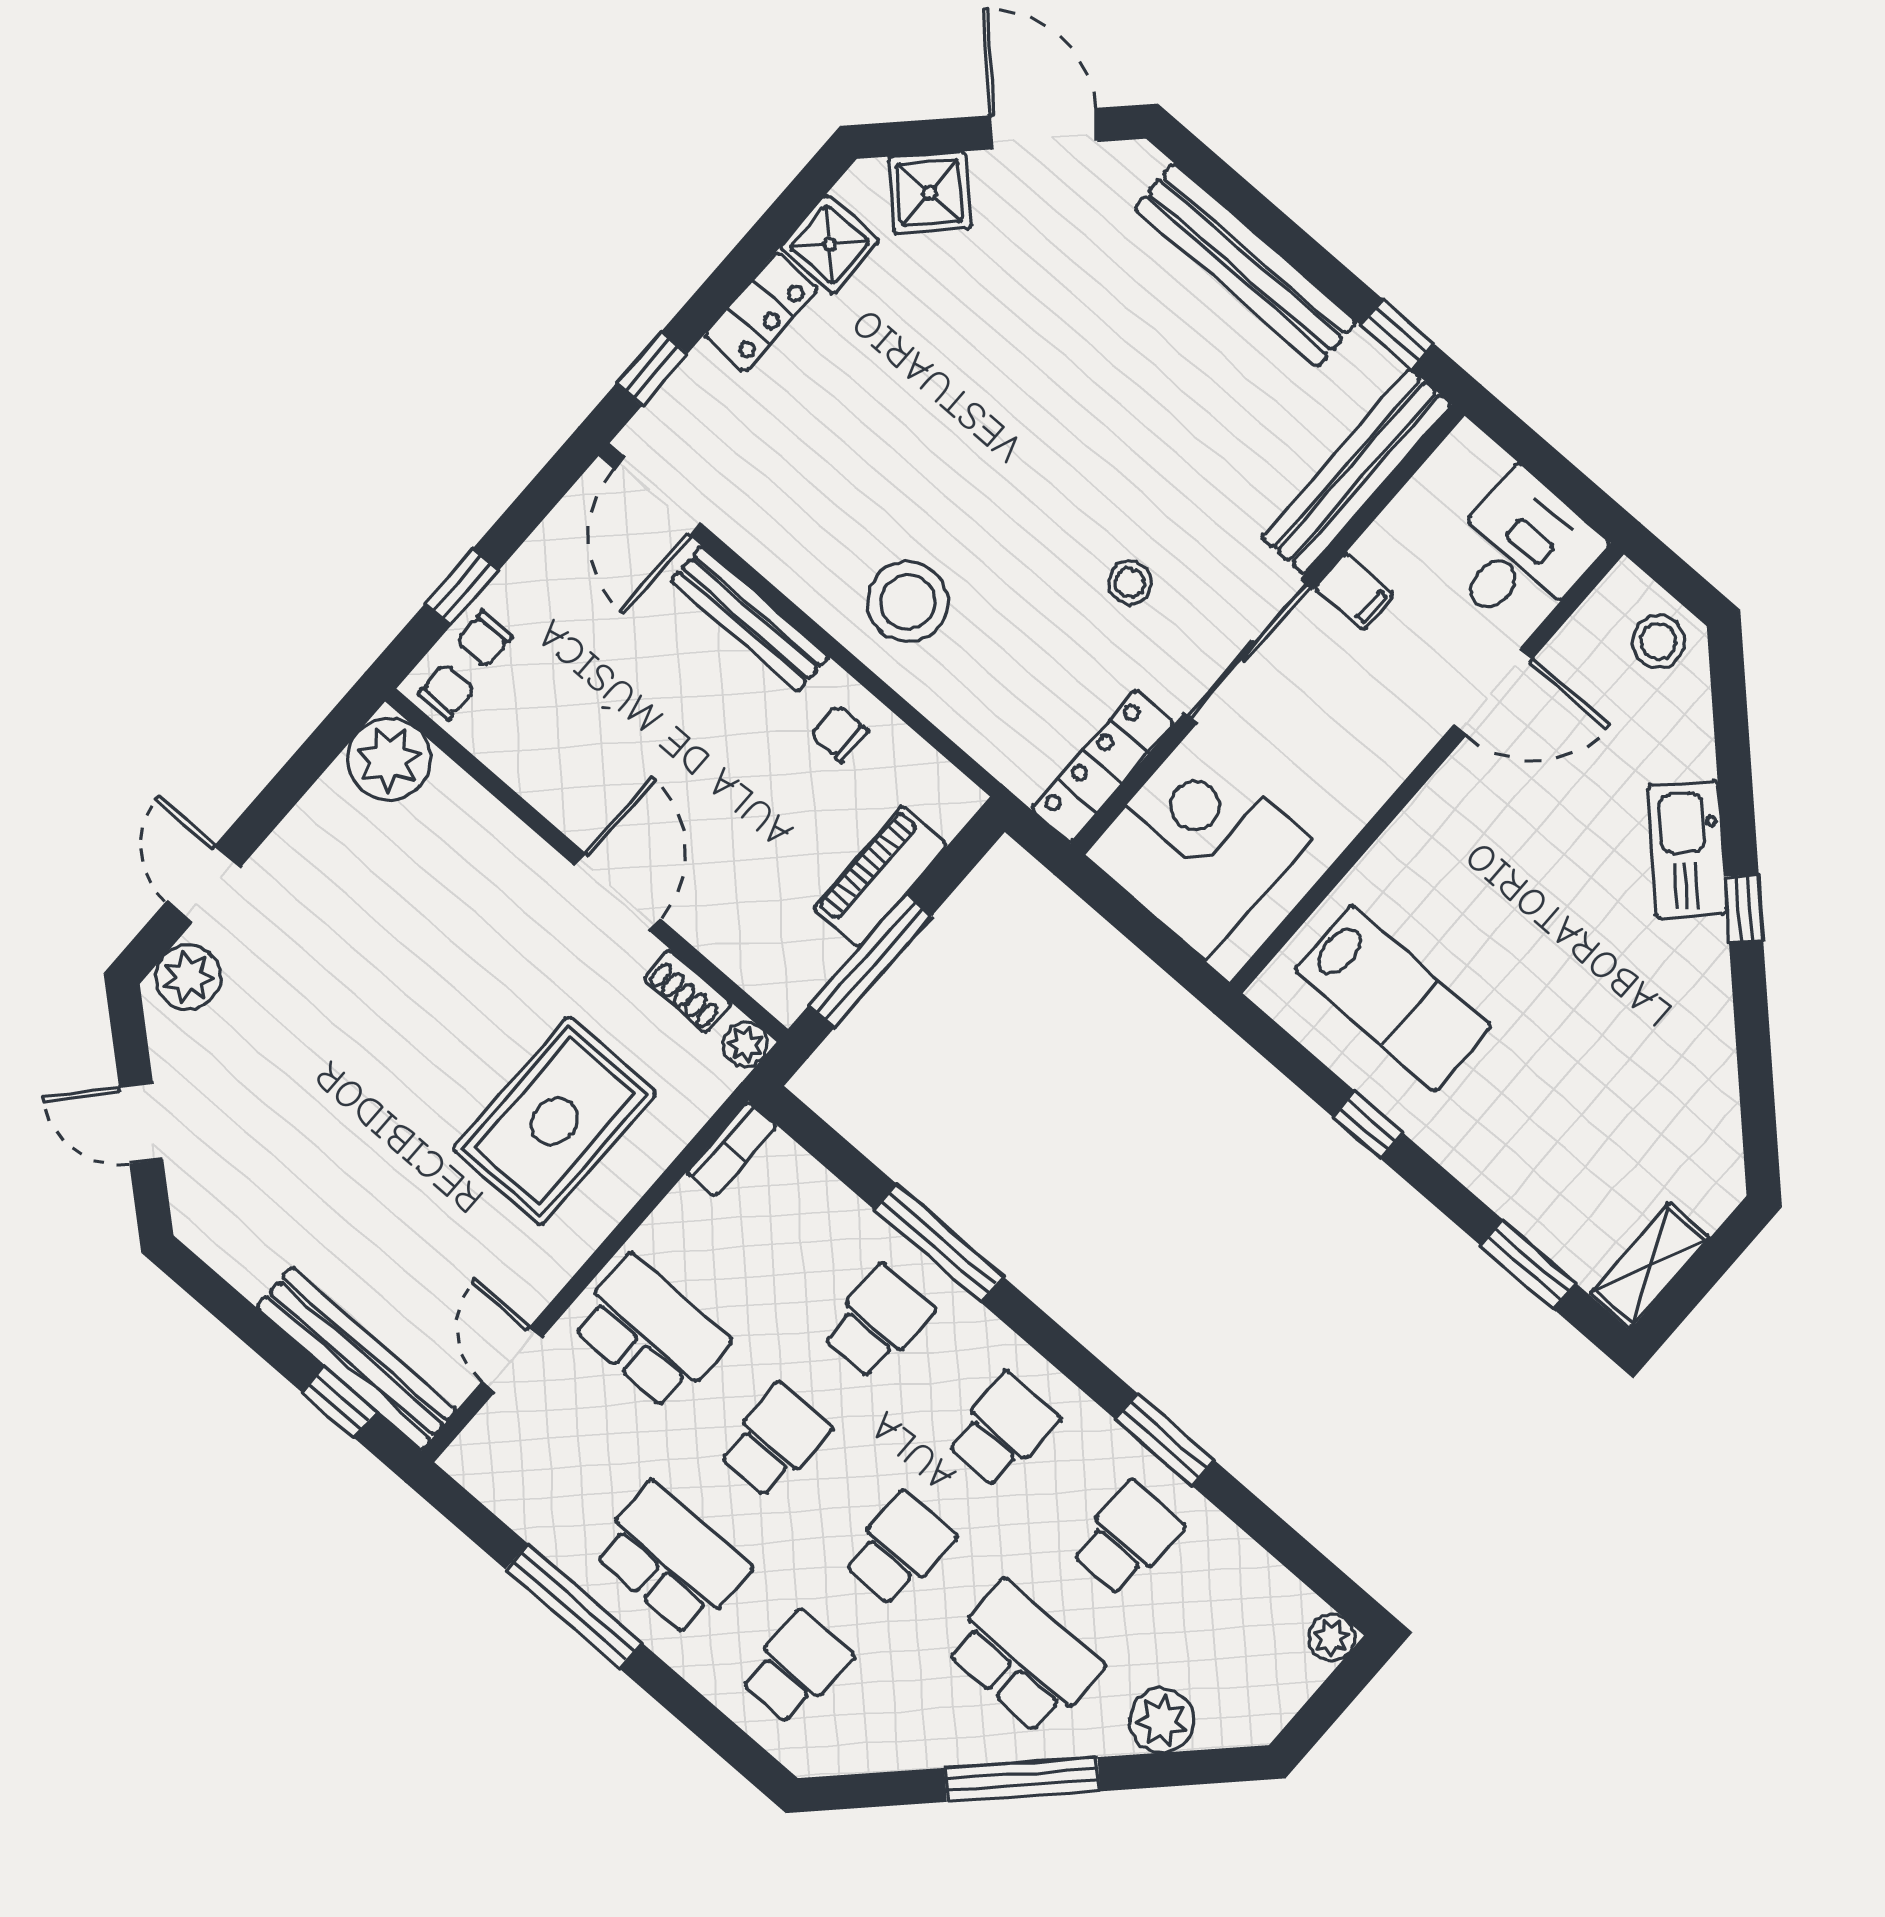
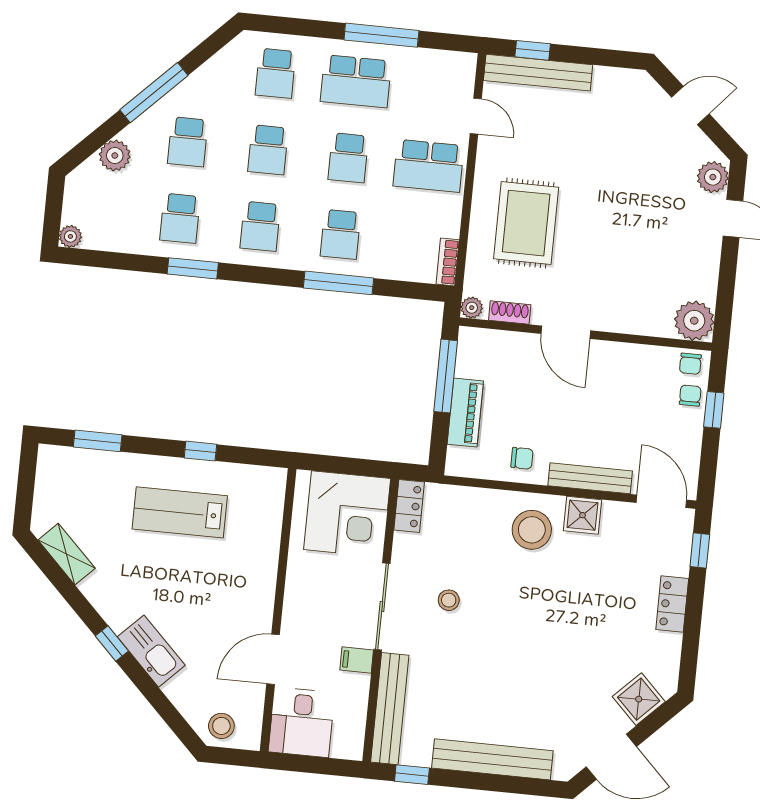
shower: (830, 244) -> (582, 515), moved
locker: (1103, 766) -> (409, 506), width x0.66
lab bench: (1393, 998) -> (180, 512), moved
shelving: (1650, 1266) -> (67, 554), moved, turned -45
school desk: (1024, 1657) -> (188, 142), width x0.54

